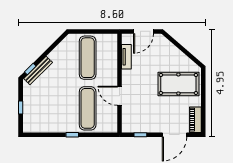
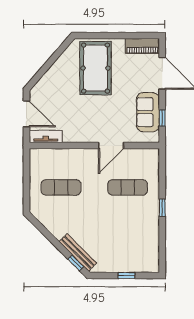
tv unit: (126, 57) -> (46, 136), moved
exercise mat: (88, 58) -> (61, 187), width x0.73, depth x0.69
exercise mat: (88, 108) -> (128, 187), width x0.73, depth x0.69
sofa: (145, 124) -> (148, 112), added

